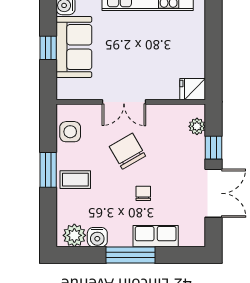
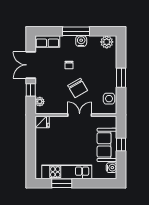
coffee table: (75, 180) -> (106, 72), removed
row of seats: (156, 236) -> (47, 42), moved
water cooler: (97, 237) -> (81, 41), moved

